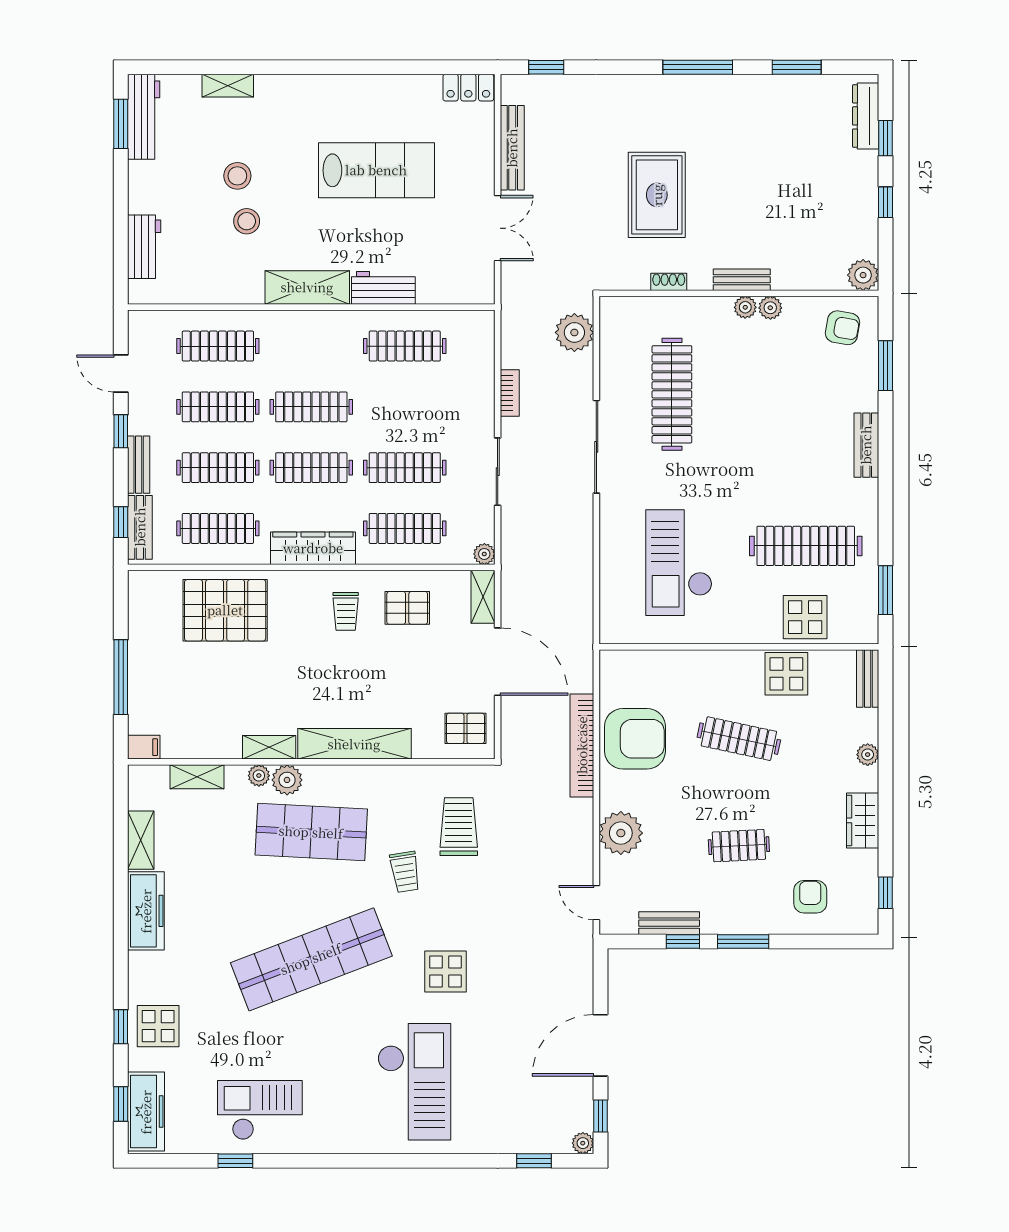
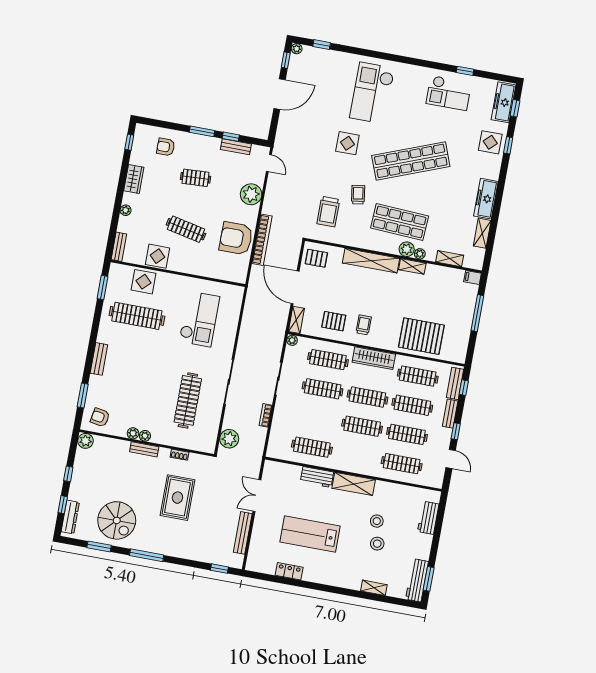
locker: (468, 88) -> (289, 571), moved
spiral stairs: (771, 126) -> (117, 520), added
armchair: (810, 897) -> (166, 147), turned 90

